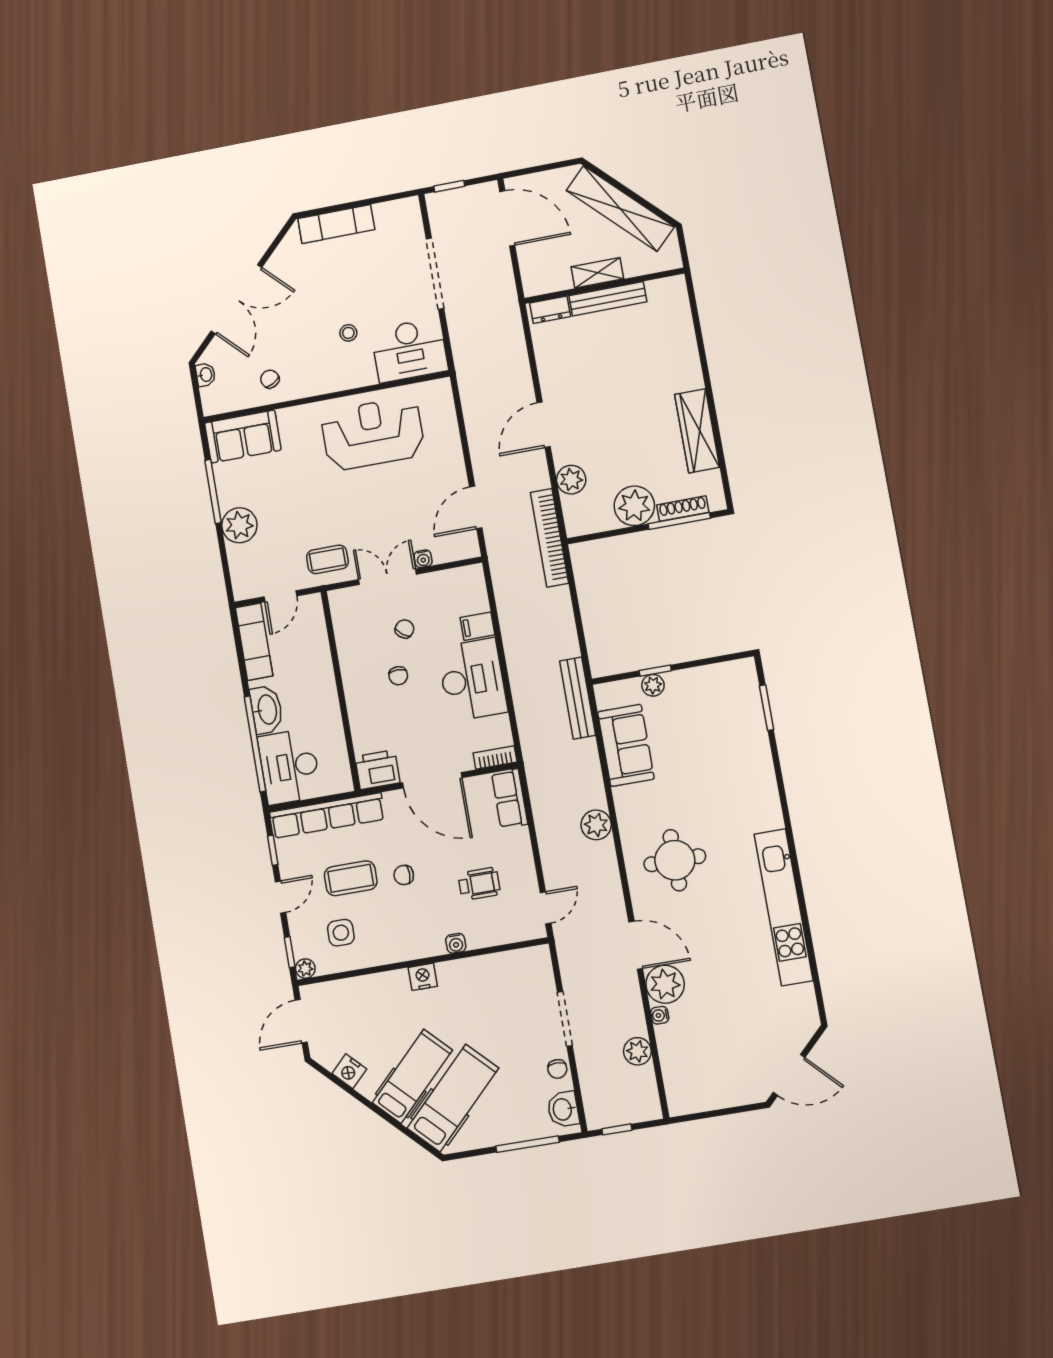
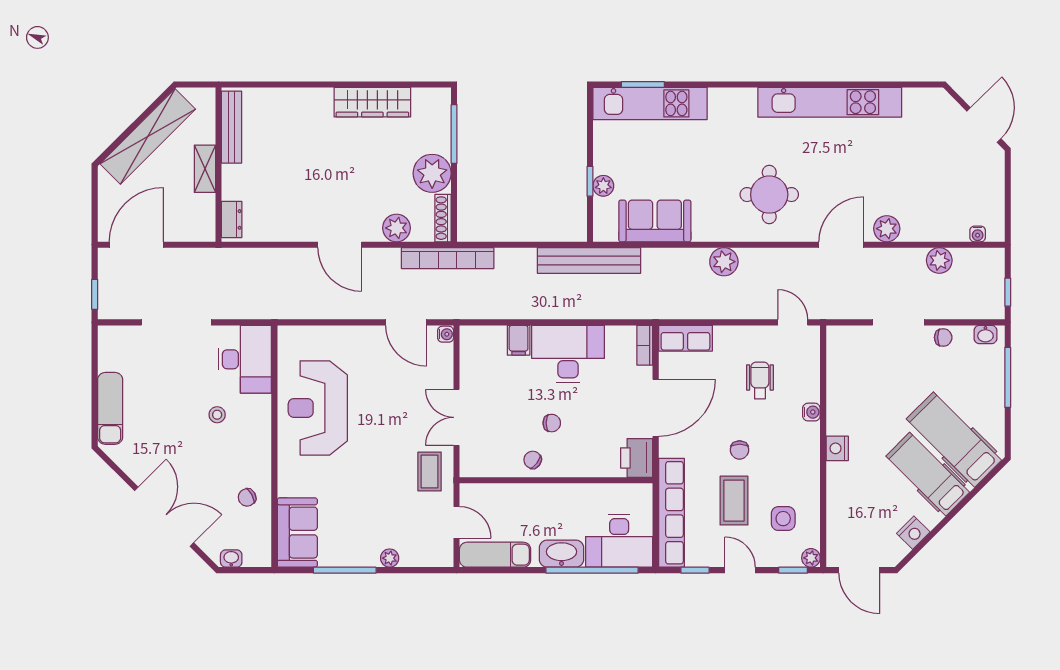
bench: (608, 299) -> (232, 127), moved
shoe rack: (683, 509) -> (443, 218), moved
plant: (239, 525) -> (390, 558), width x0.53, depth x0.53
water cooler: (423, 559) -> (446, 334), moved
chair: (405, 629) -> (533, 460), moved
bench: (578, 698) -> (589, 260), width x1.37, depth x1.21
kitchen unit: (748, 719) -> (650, 103), added
plant: (665, 984) -> (887, 229), width x0.73, depth x0.73
water cooler: (660, 1015) -> (978, 234), moved
washbasin: (563, 1109) -> (985, 335), width x0.72, depth x0.69

